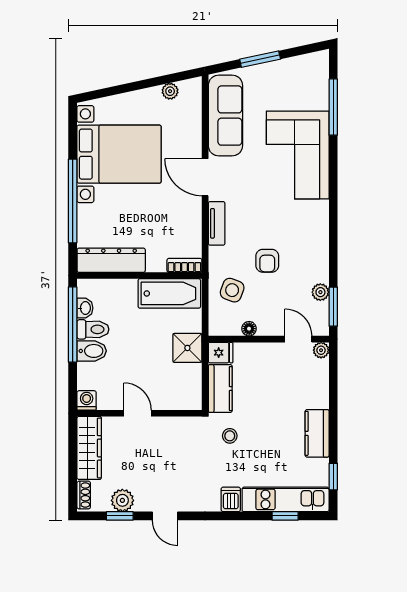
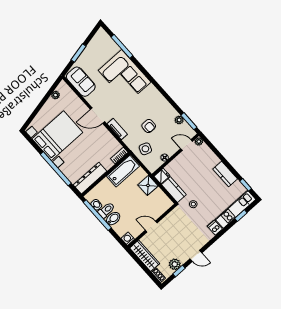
sofa: (225, 116) -> (81, 82), width x0.73

